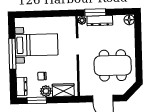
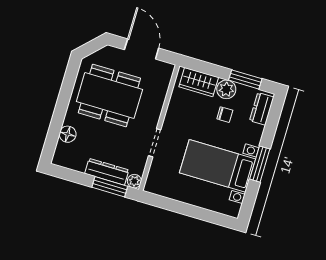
floor lamp: (129, 20) -> (68, 134), moved
window: (12, 54) -> (260, 164), width x0.69

